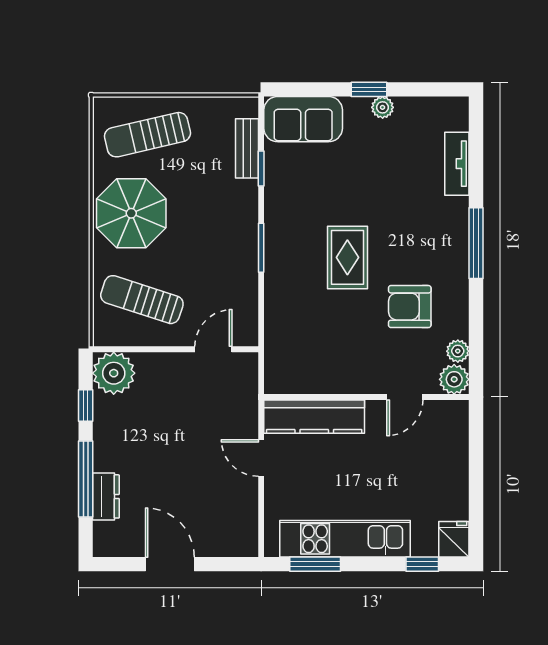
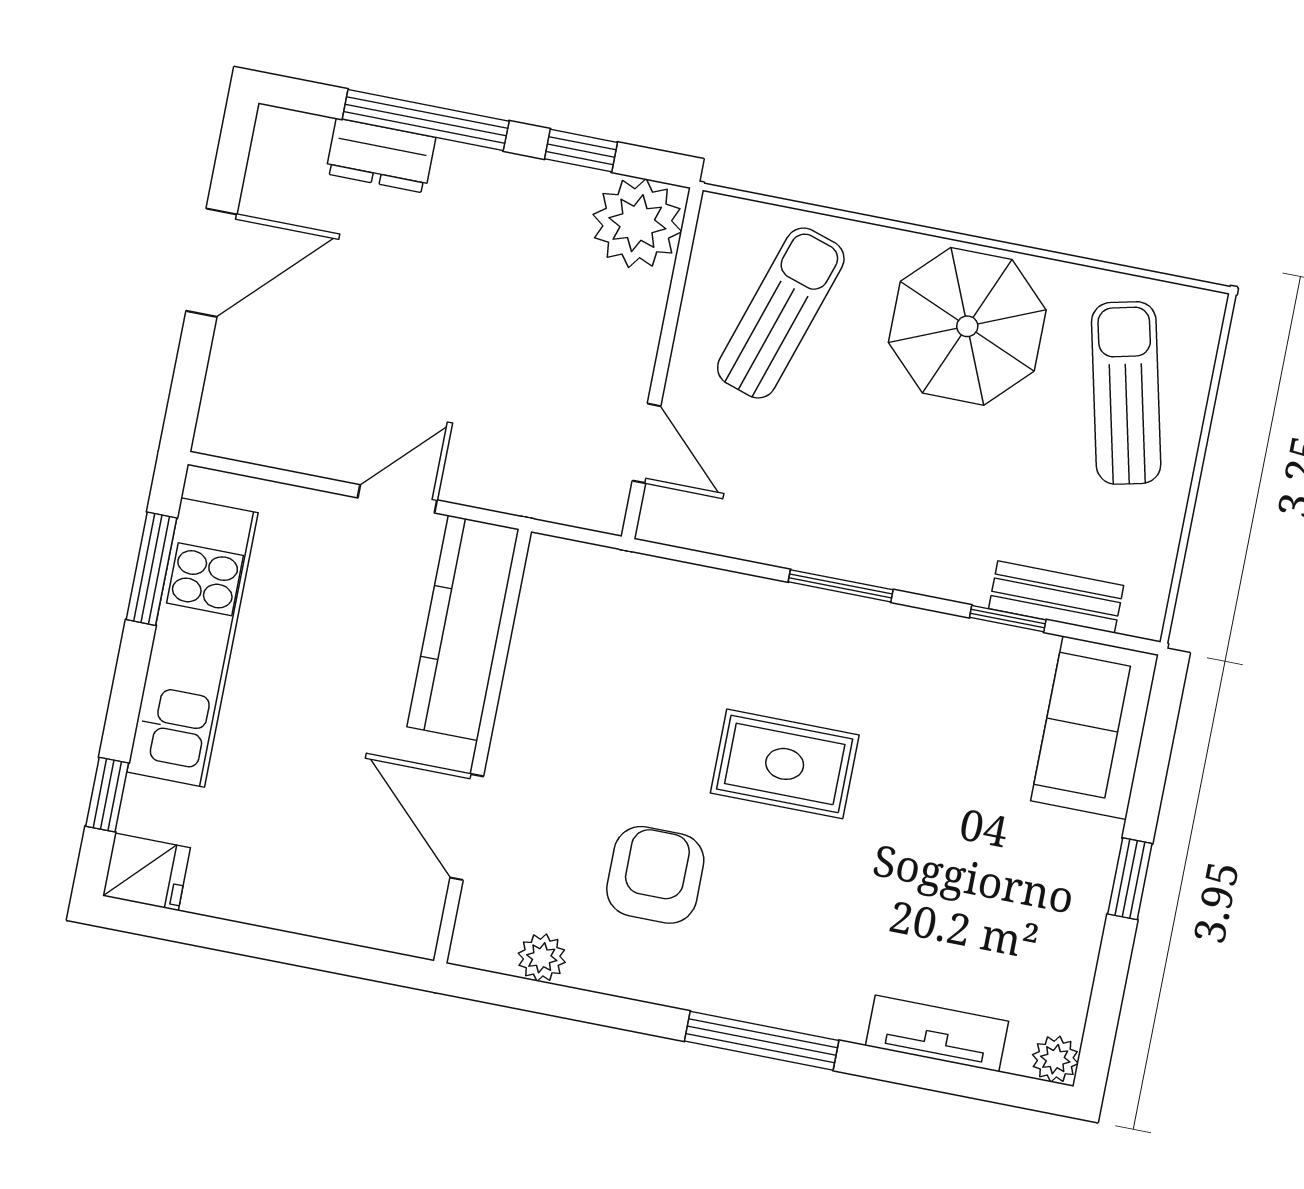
plant: (383, 107) -> (1055, 1059), moved
plant: (454, 379) -> (483, 938), removed
door: (405, 397) -> (467, 827), width x1.38

